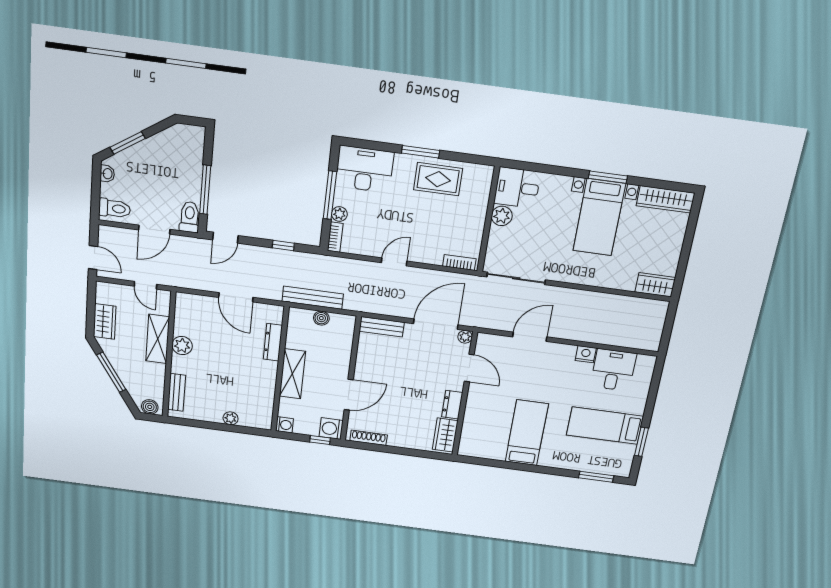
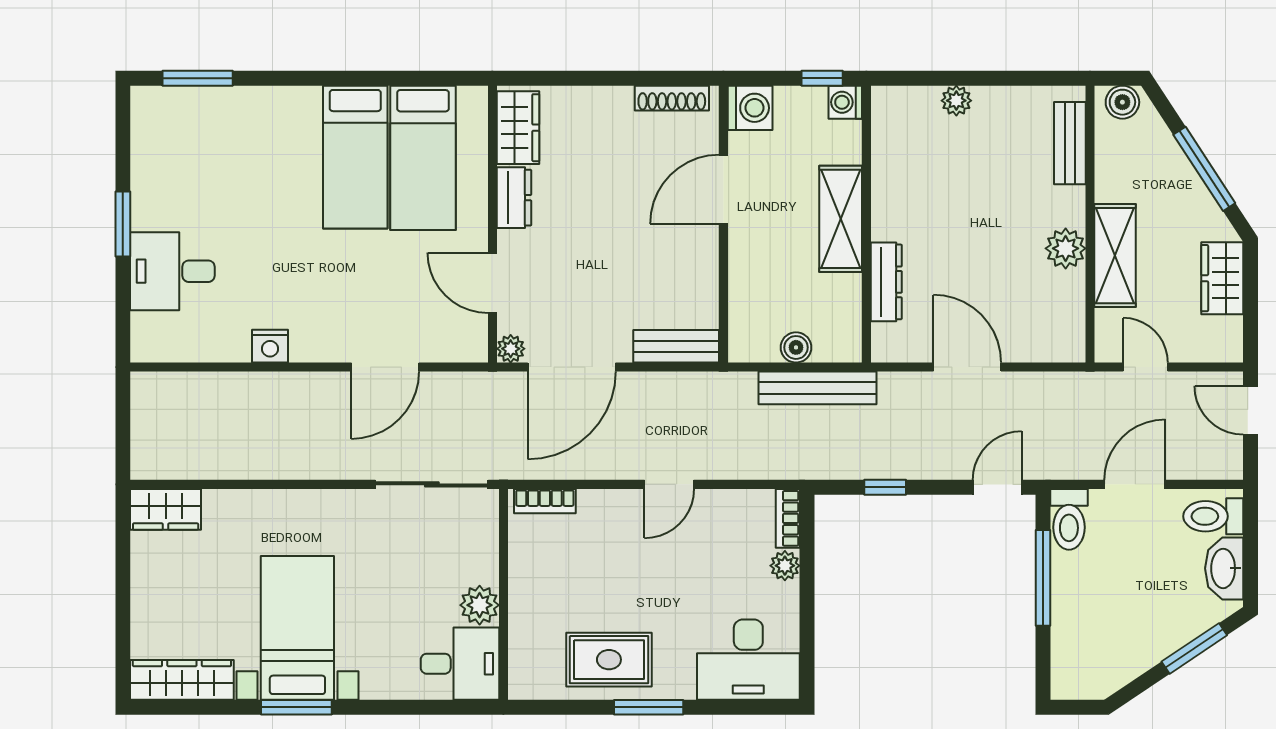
washbasin: (107, 174) -> (1224, 568), width x1.91, depth x1.45
window: (330, 195) -> (807, 600), removed
desk: (613, 370) -> (172, 271), moved, turned 90
bed: (605, 426) -> (423, 158), moved, turned 90
window: (320, 440) -> (822, 78), moved
window: (641, 442) -> (123, 224), moved

